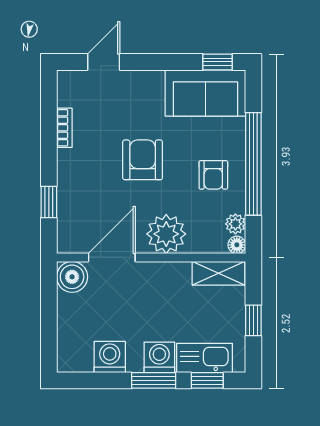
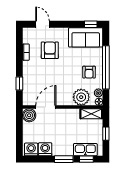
door: (104, 62) -> (43, 24), hinge flipped
armchair: (143, 160) -> (50, 50), moved
plant: (166, 234) -> (81, 97), moved
washing machine: (159, 357) -> (31, 149), moved

